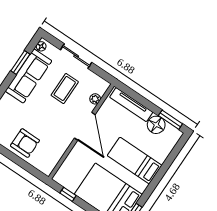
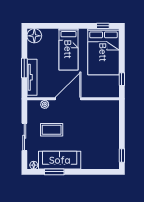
window: (170, 120) -> (24, 68), moved
floor lamp: (156, 125) -> (34, 36), moved
armchair: (25, 143) -> (107, 132), removed

